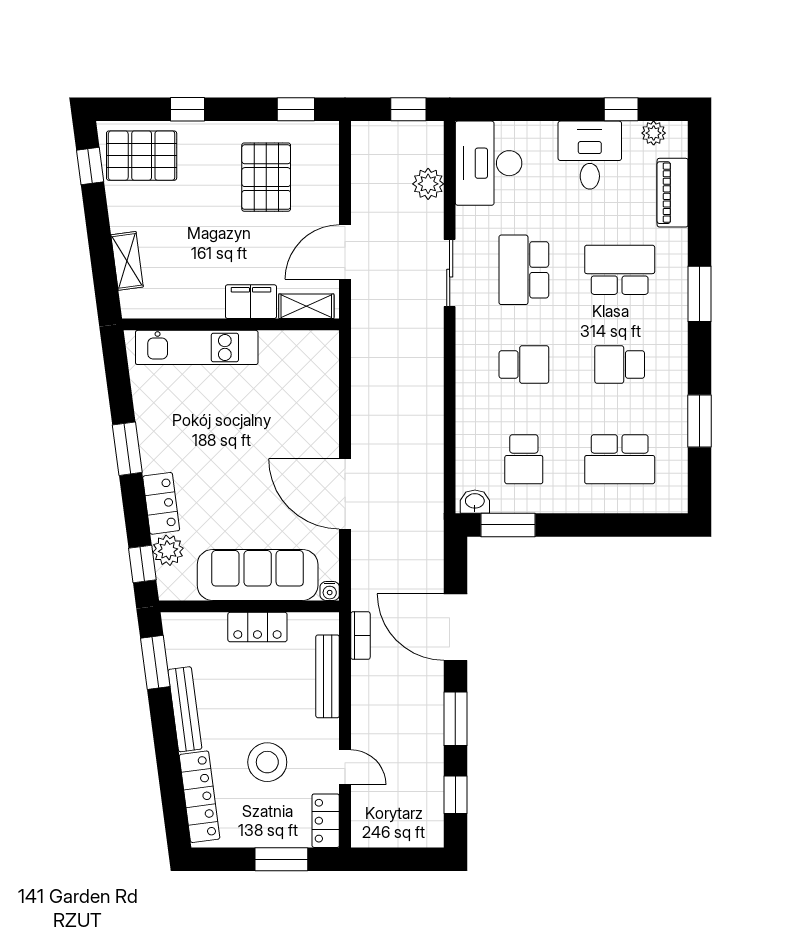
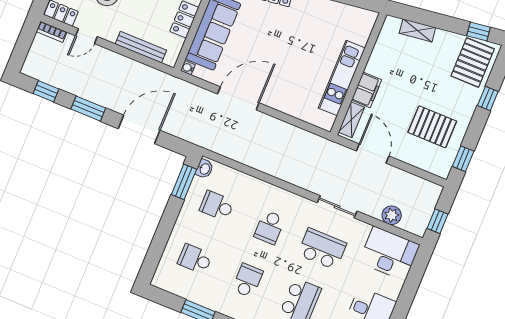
kitchen unit: (197, 347) -> (342, 78), moved
school desk: (620, 459) -> (195, 259), width x0.54
bookcase: (360, 636) -> (52, 32), moved

